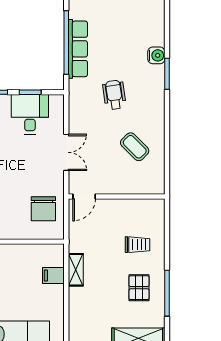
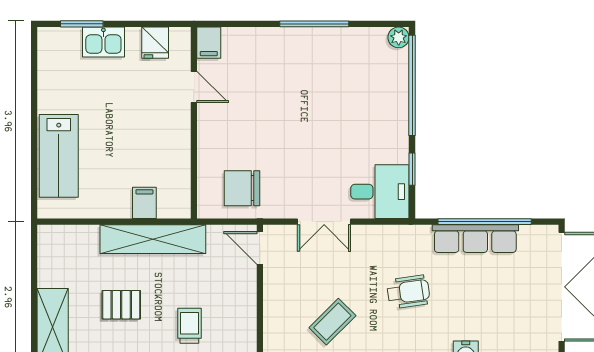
desk: (30, 114) -> (380, 192), moved
trolley: (138, 245) -> (189, 326), turned 180
shelving: (76, 270) -> (153, 239), width x2.20, depth x1.33
pallet: (139, 288) -> (121, 305), moved

